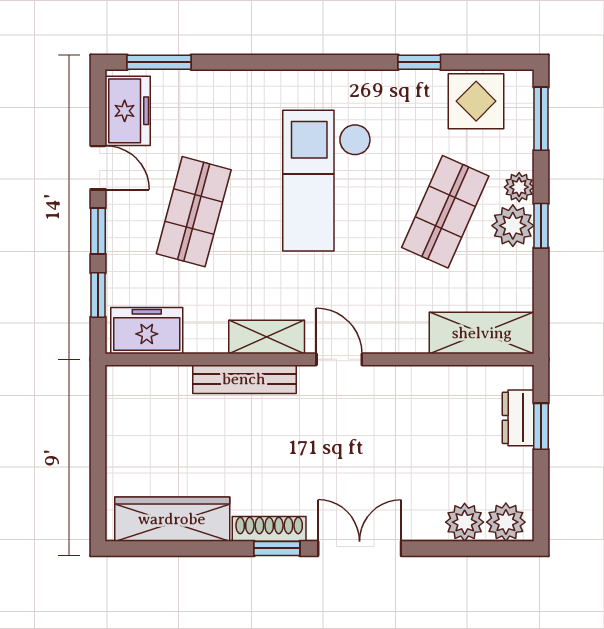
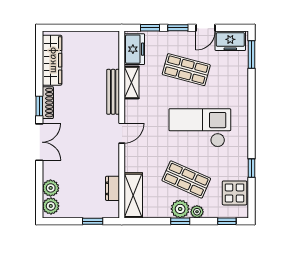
window: (541, 119) -> (227, 221), width x0.67
shelving: (267, 337) -> (132, 82), moved
dresser: (518, 418) -> (113, 188), moved, turned -90

